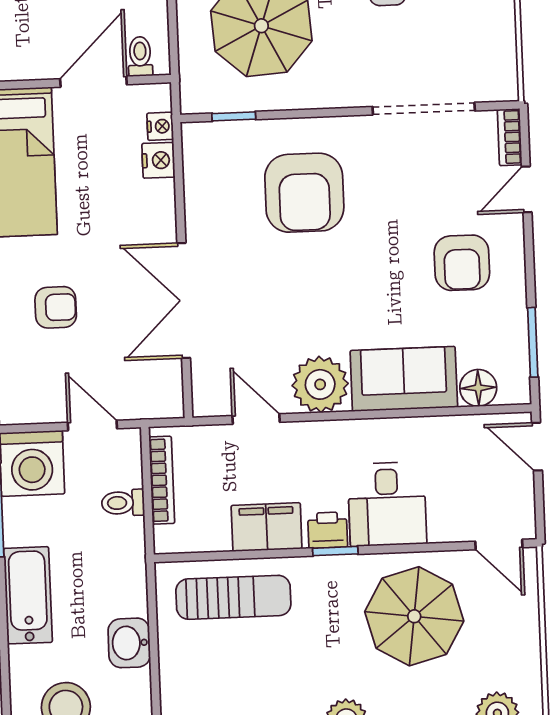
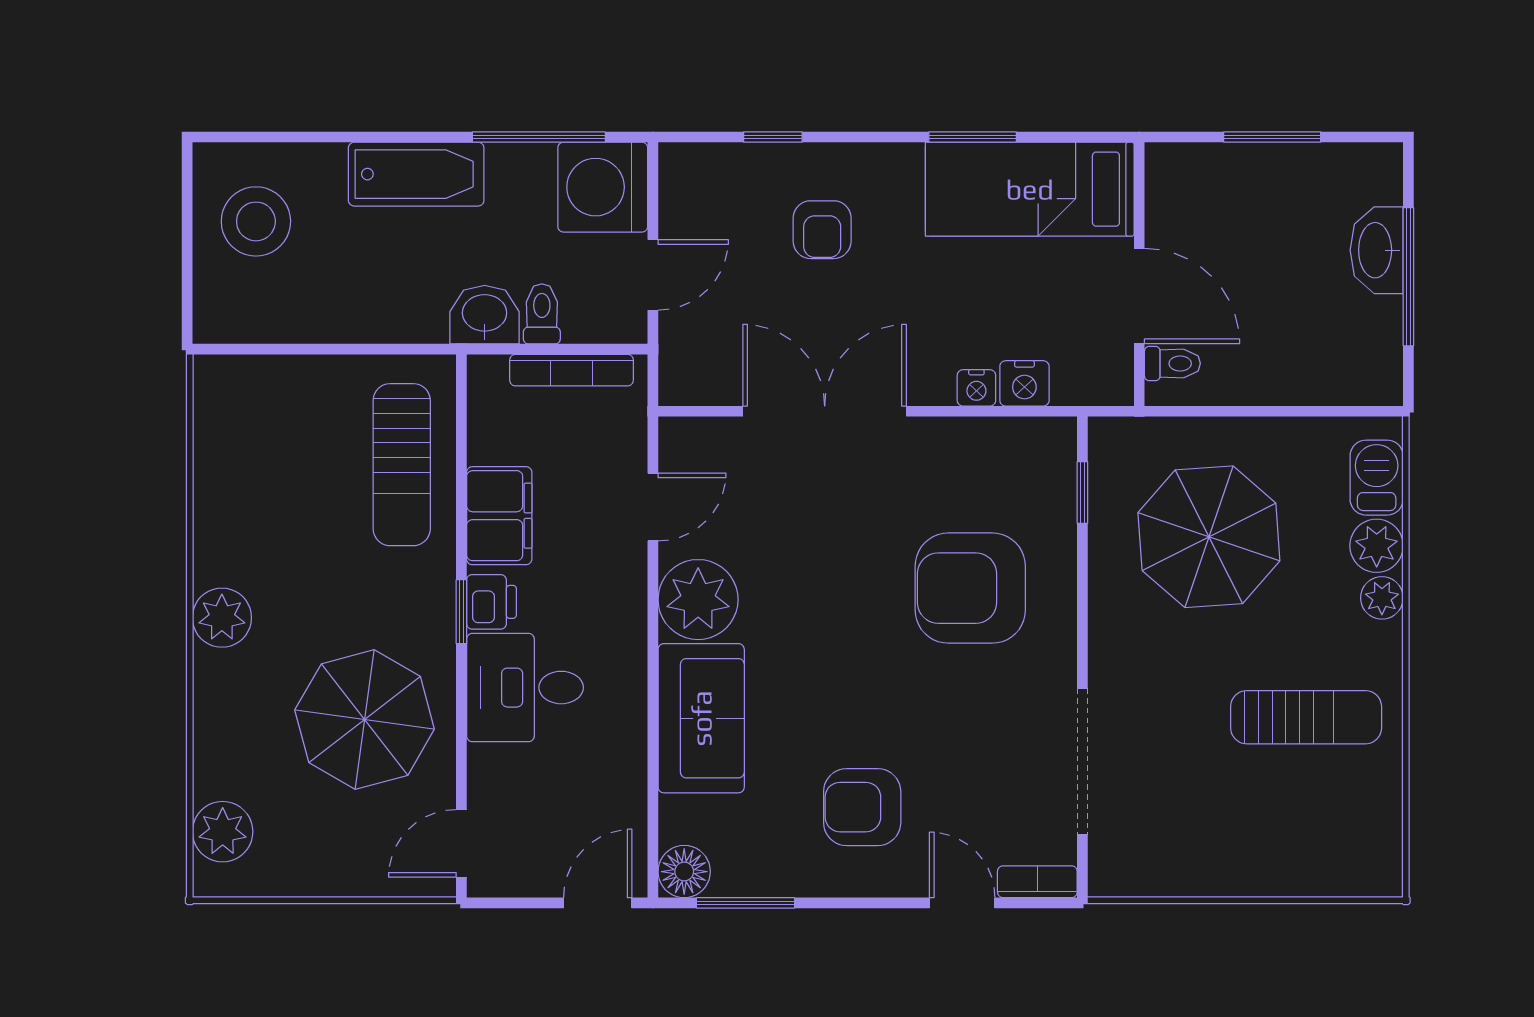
nightstand: (160, 126) -> (976, 388), moved
floor lamp: (478, 388) -> (684, 872), moved
washbasin: (129, 643) -> (485, 315), moved

